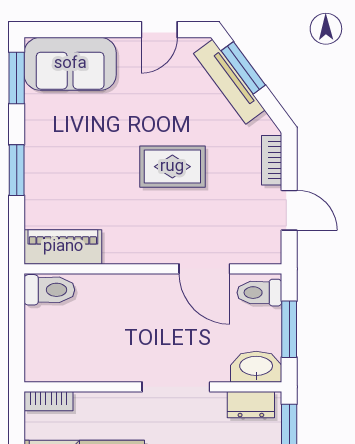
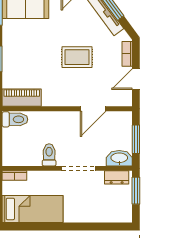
door: (289, 210) -> (136, 79), swing flipped
door: (204, 269) -> (93, 109), hinge flipped
toilet: (259, 293) -> (49, 155), moved, turned 90

